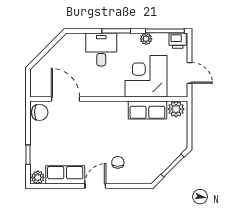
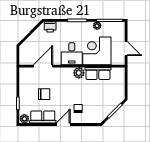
printer: (178, 41) -> (50, 27), moved
desk: (101, 49) -> (72, 54), moved, turned 180
door: (65, 99) -> (43, 66), hinge flipped
plant: (176, 109) -> (79, 73), moved
chair: (40, 112) -> (44, 94), moved

